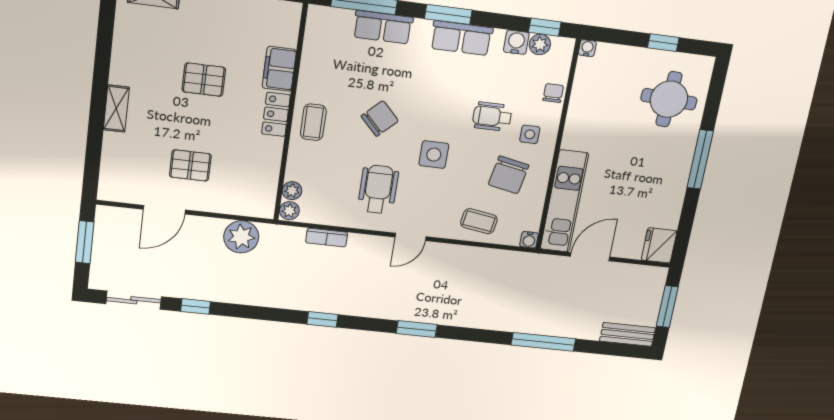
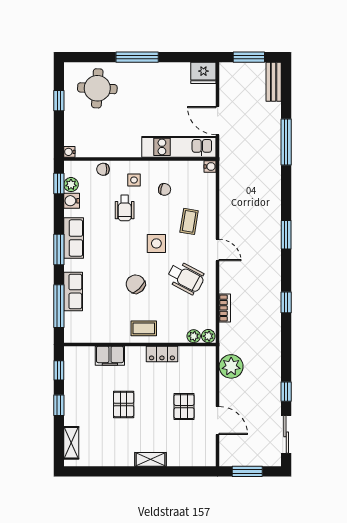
locker: (276, 114) -> (162, 354), moved
chair: (509, 175) -> (165, 189), width x0.54, depth x0.54
wheelchair: (378, 189) -> (186, 278), turned -152
coffee table: (479, 221) -> (189, 221), moved

